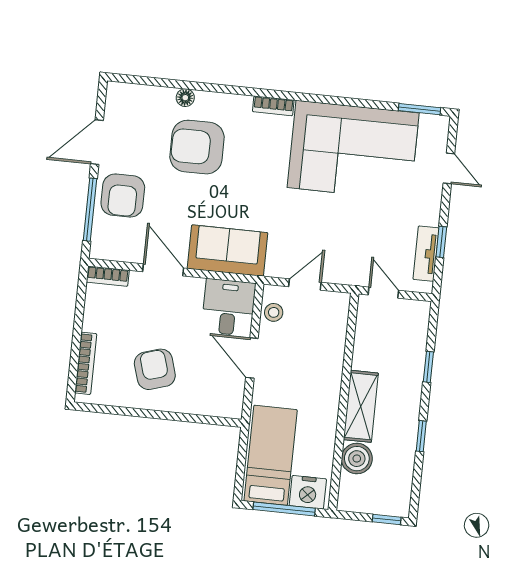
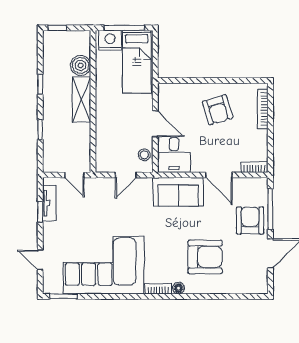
floor lamp: (185, 98) -> (179, 288), moved

